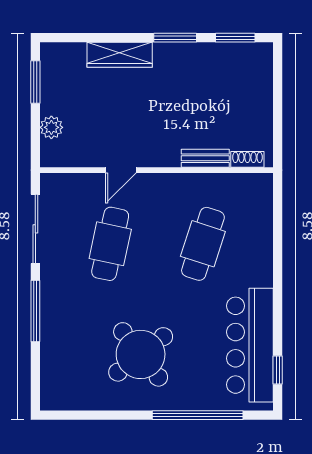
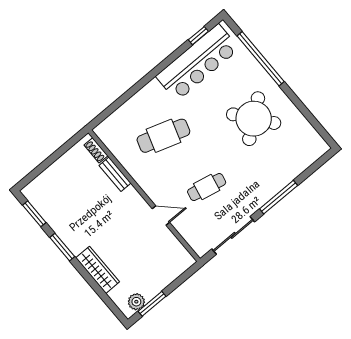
plant: (51, 127) -> (136, 302), moved
cafe table: (110, 244) -> (207, 187), width x0.73, depth x0.74

